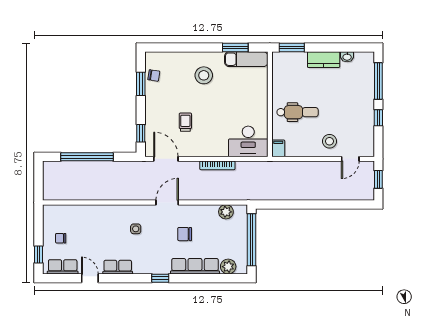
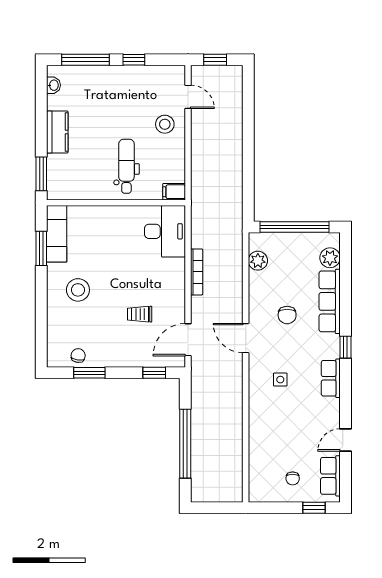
washbasin: (347, 57) -> (54, 85), moved
row of seats: (118, 267) -> (331, 378), moved

